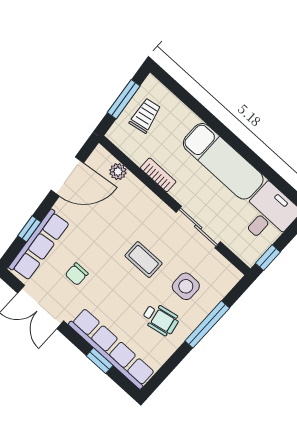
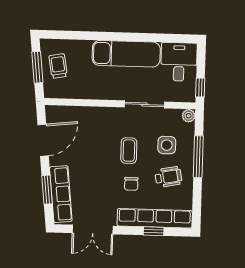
plant: (118, 172) -> (189, 116), moved
bookcase: (158, 175) -> (95, 94), removed
window: (29, 229) -> (47, 190), width x1.50
coffee table: (144, 260) -> (129, 151), turned 90
chair: (77, 274) -> (131, 184), moved

